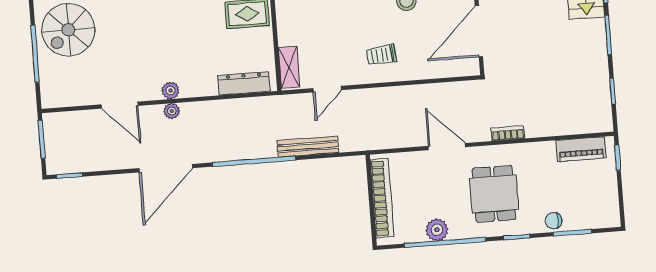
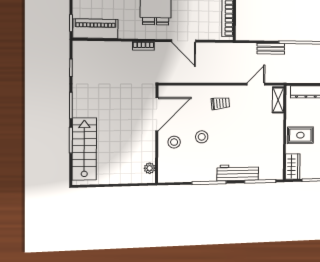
bench: (308, 147) -> (271, 49), width x0.73
piano: (581, 149) -> (96, 29), width x1.37, depth x1.33

